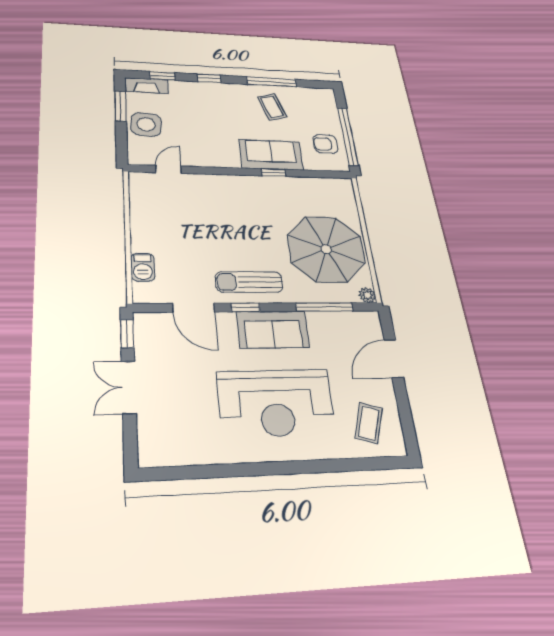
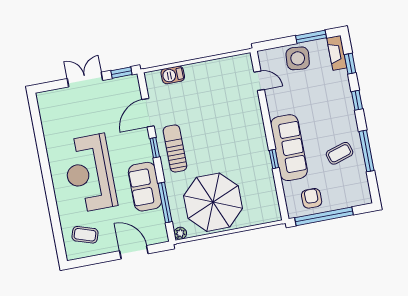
sofa: (271, 155) -> (289, 148), width x1.36
sofa: (273, 329) -> (145, 187), moved

